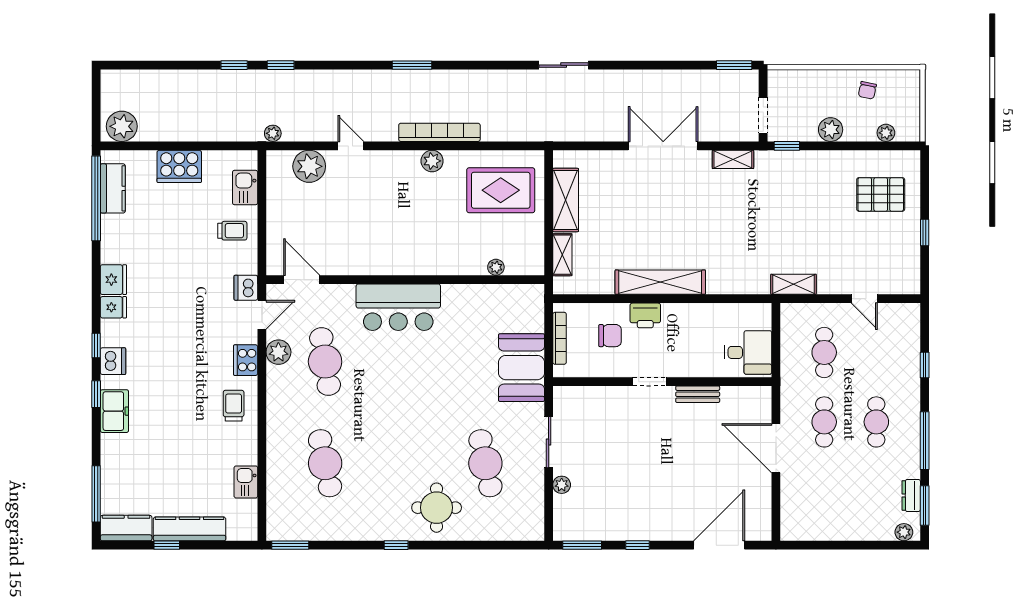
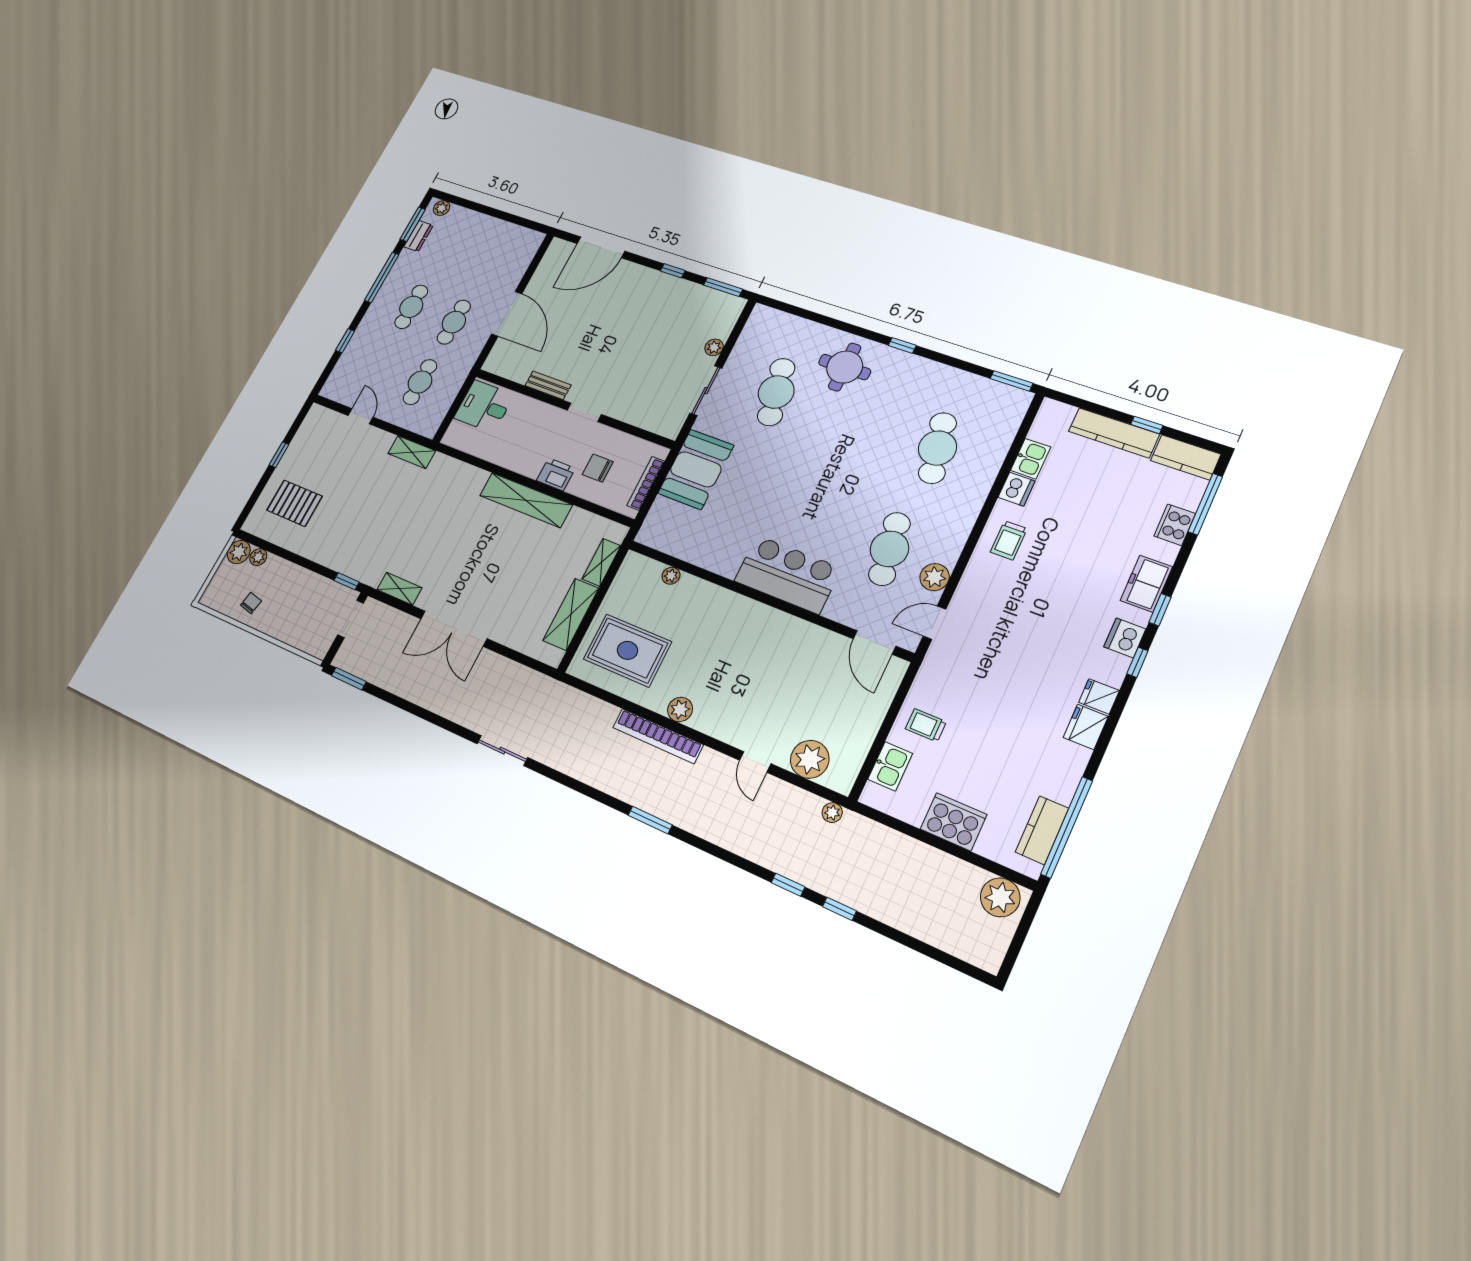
plant: (831, 130) -> (239, 552), moved
dishwasher: (246, 288) -> (1017, 489), moved
cooker: (246, 360) -> (1175, 525), moved, turned 180

